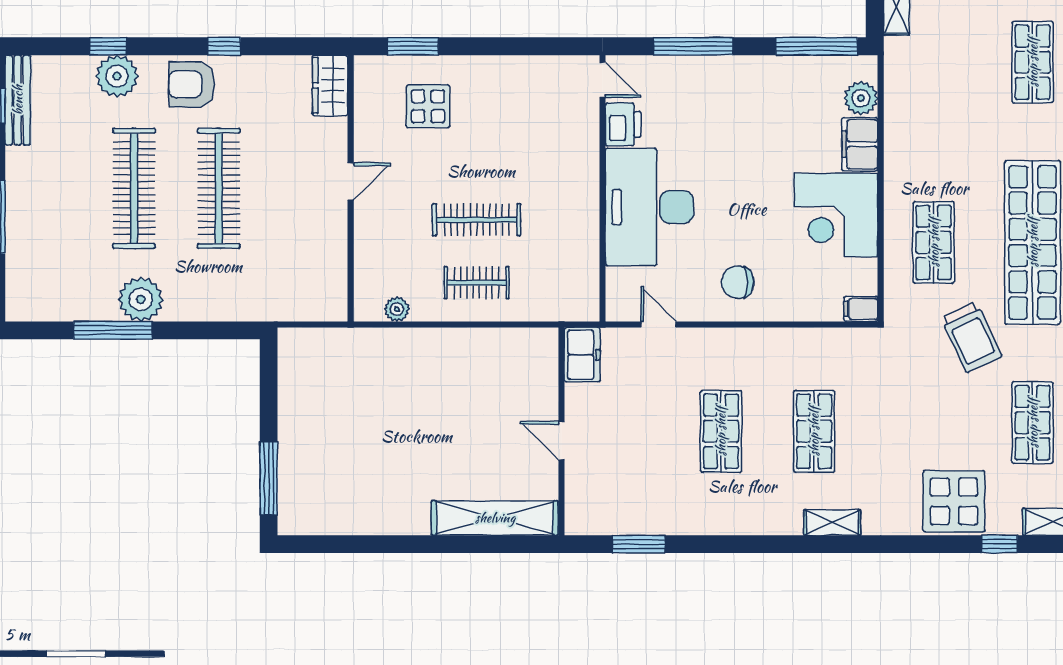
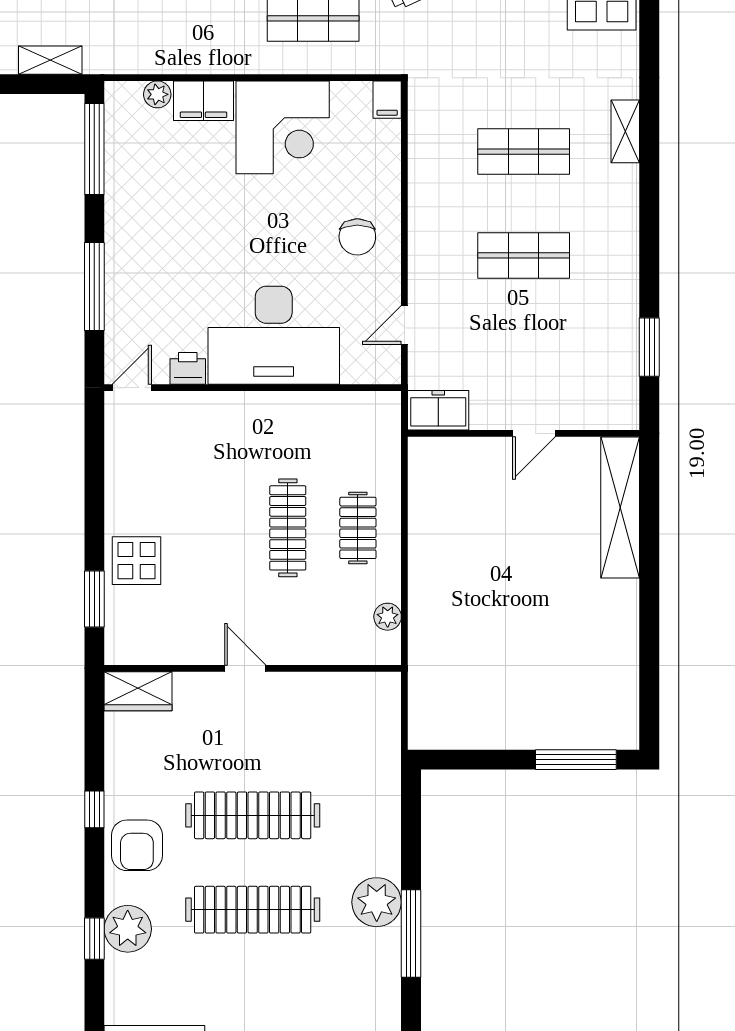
plant: (861, 98) -> (157, 94), width x0.73, depth x0.73
display table: (428, 106) -> (137, 561), moved
printer: (623, 124) -> (188, 368), width x0.73, depth x0.81

